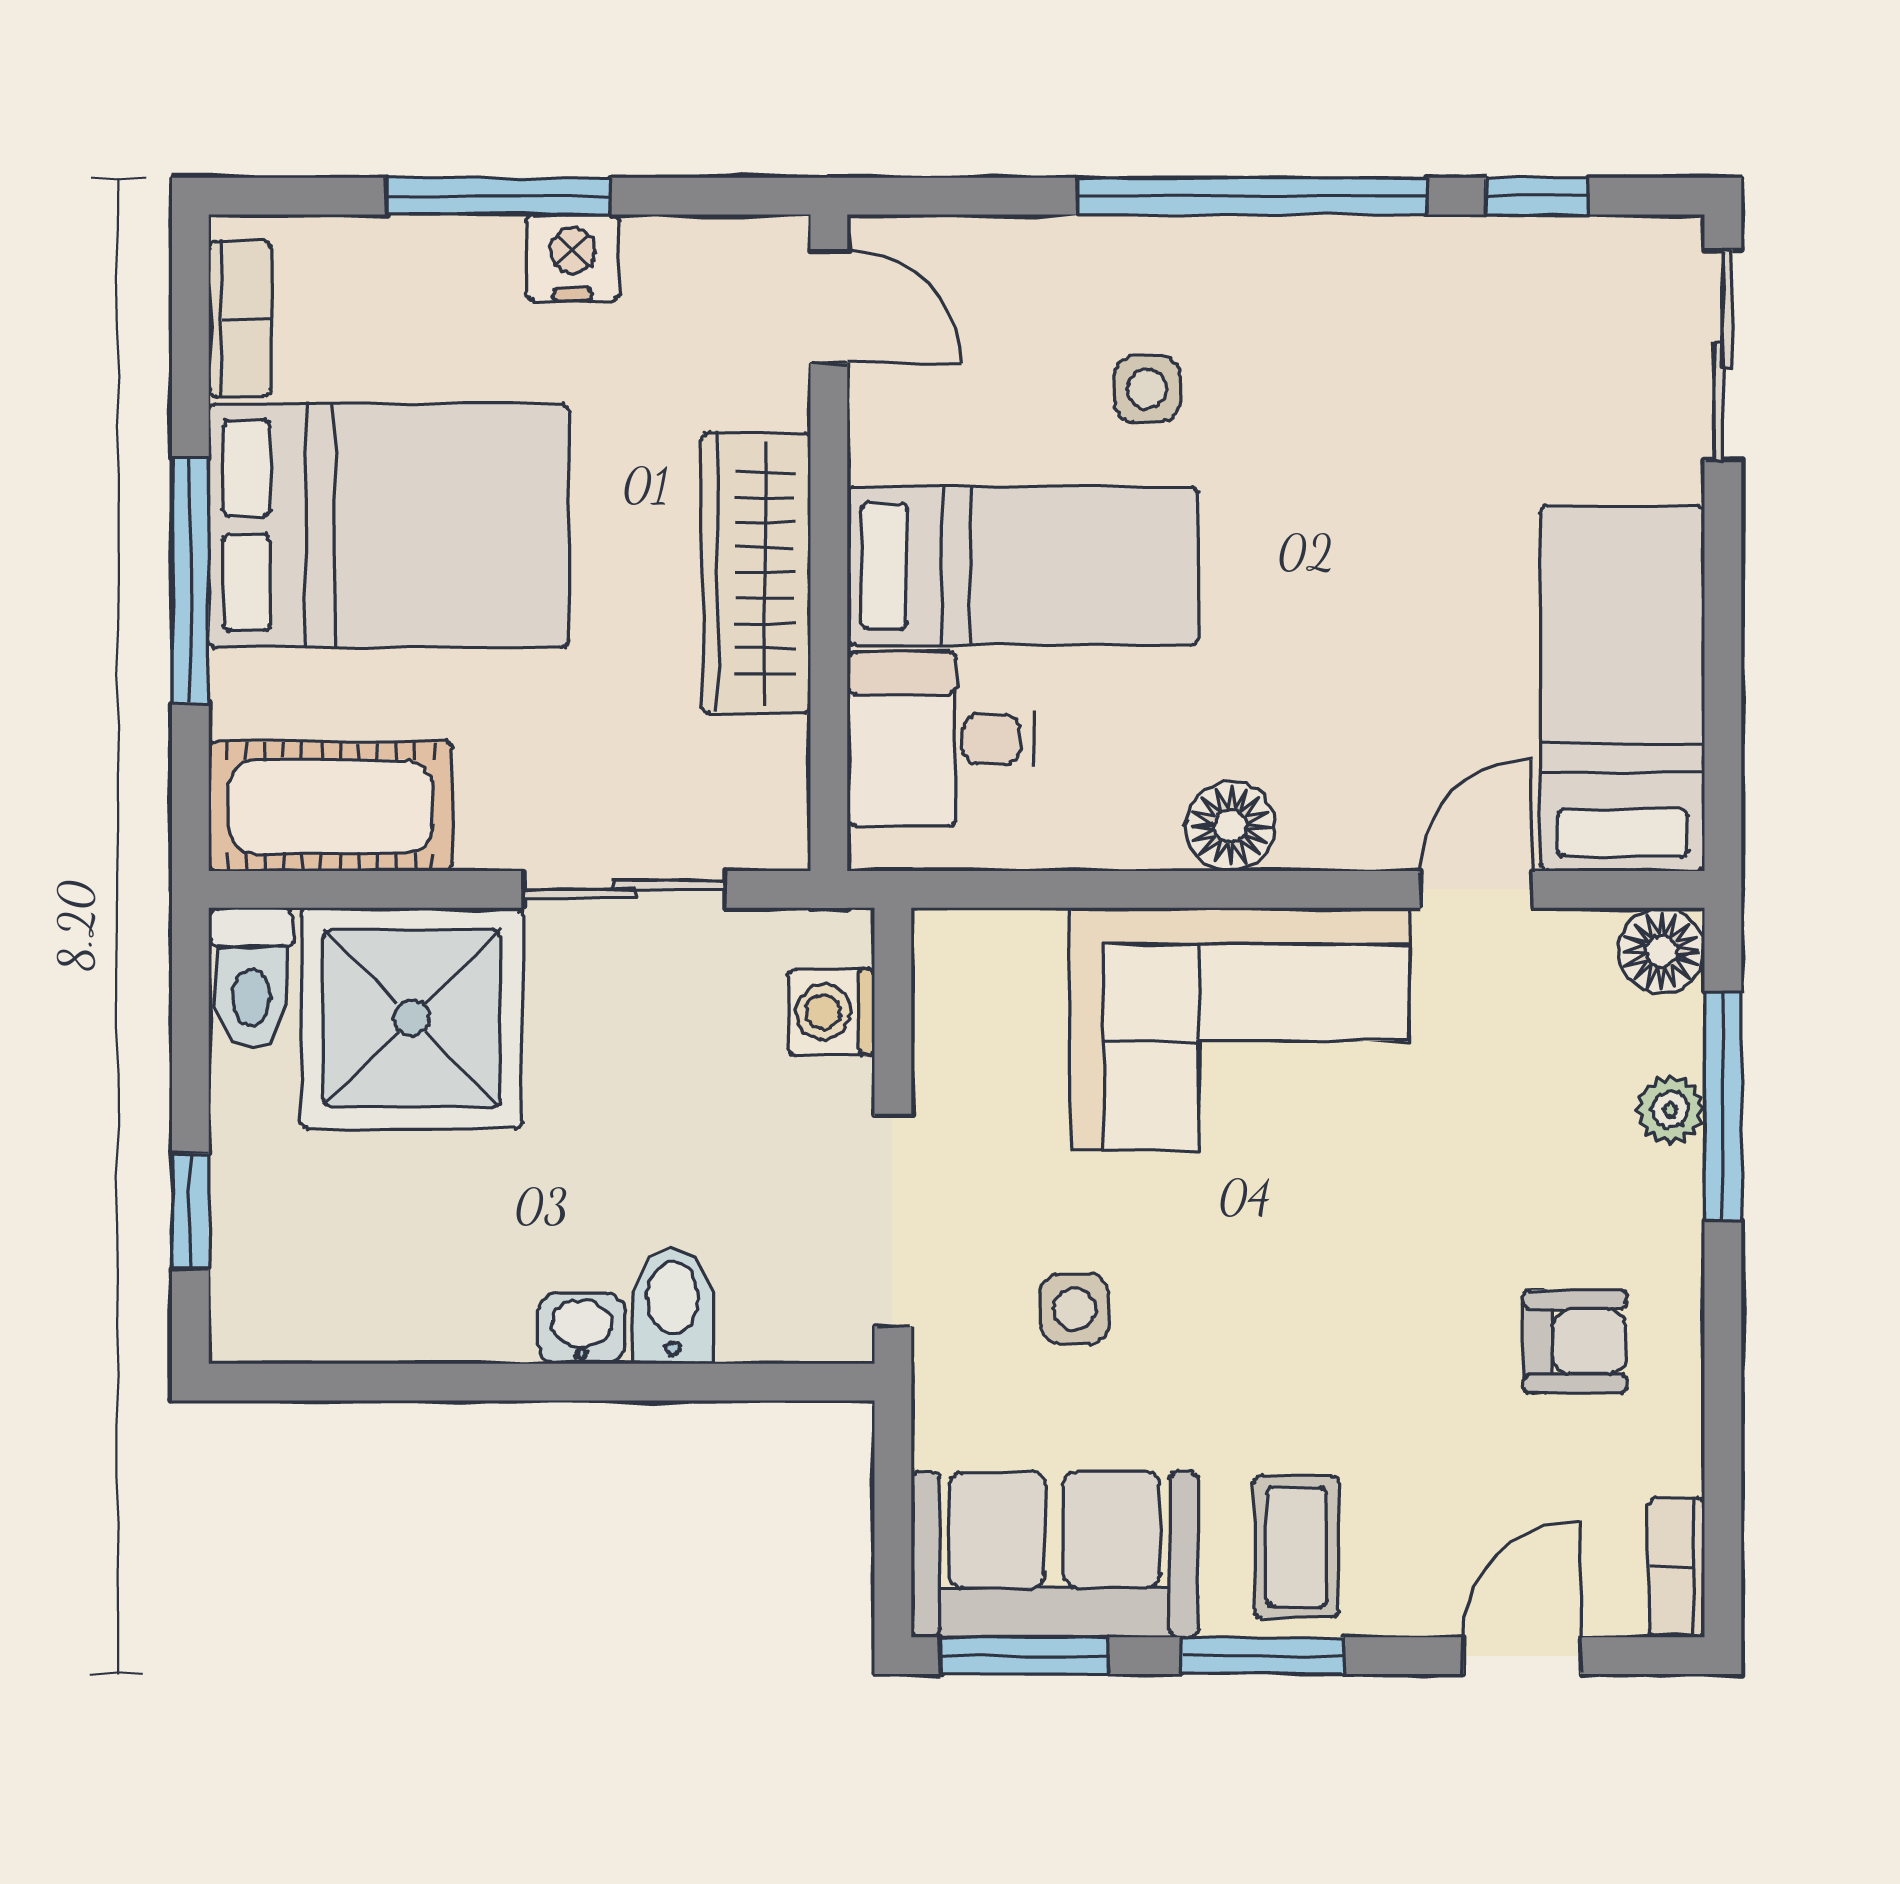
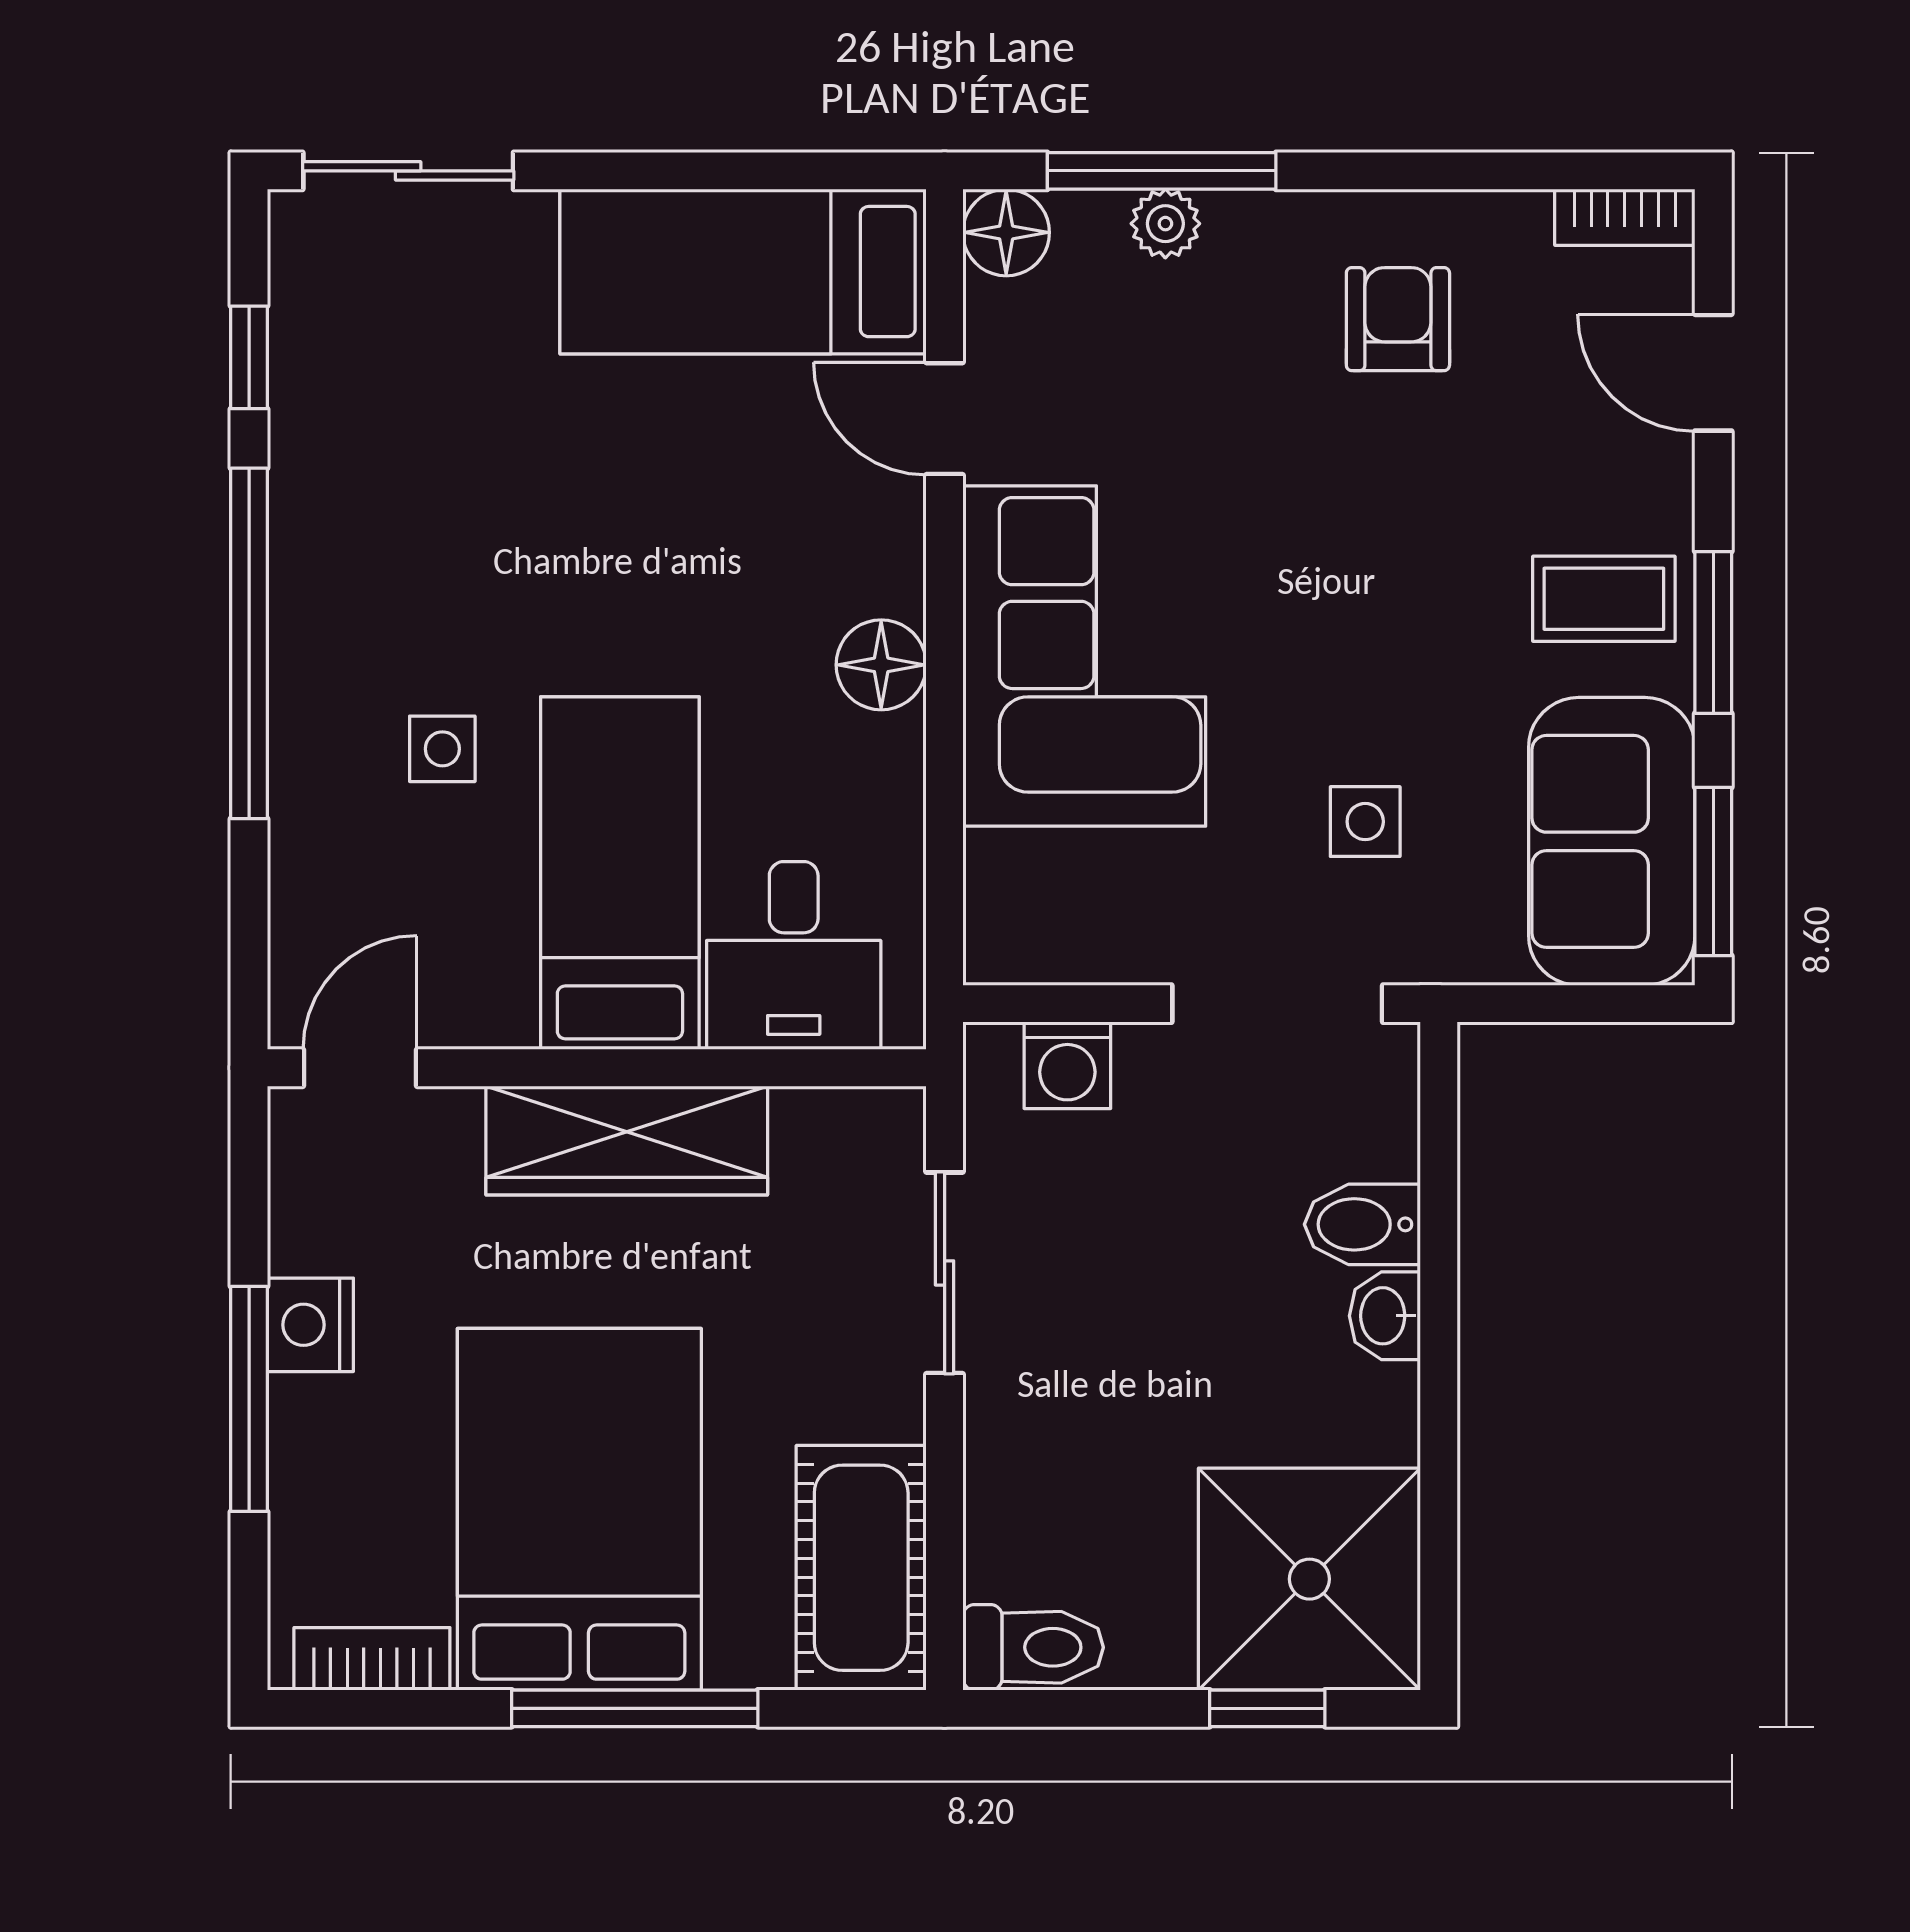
shower: (412, 1018) -> (1309, 1579), moved

